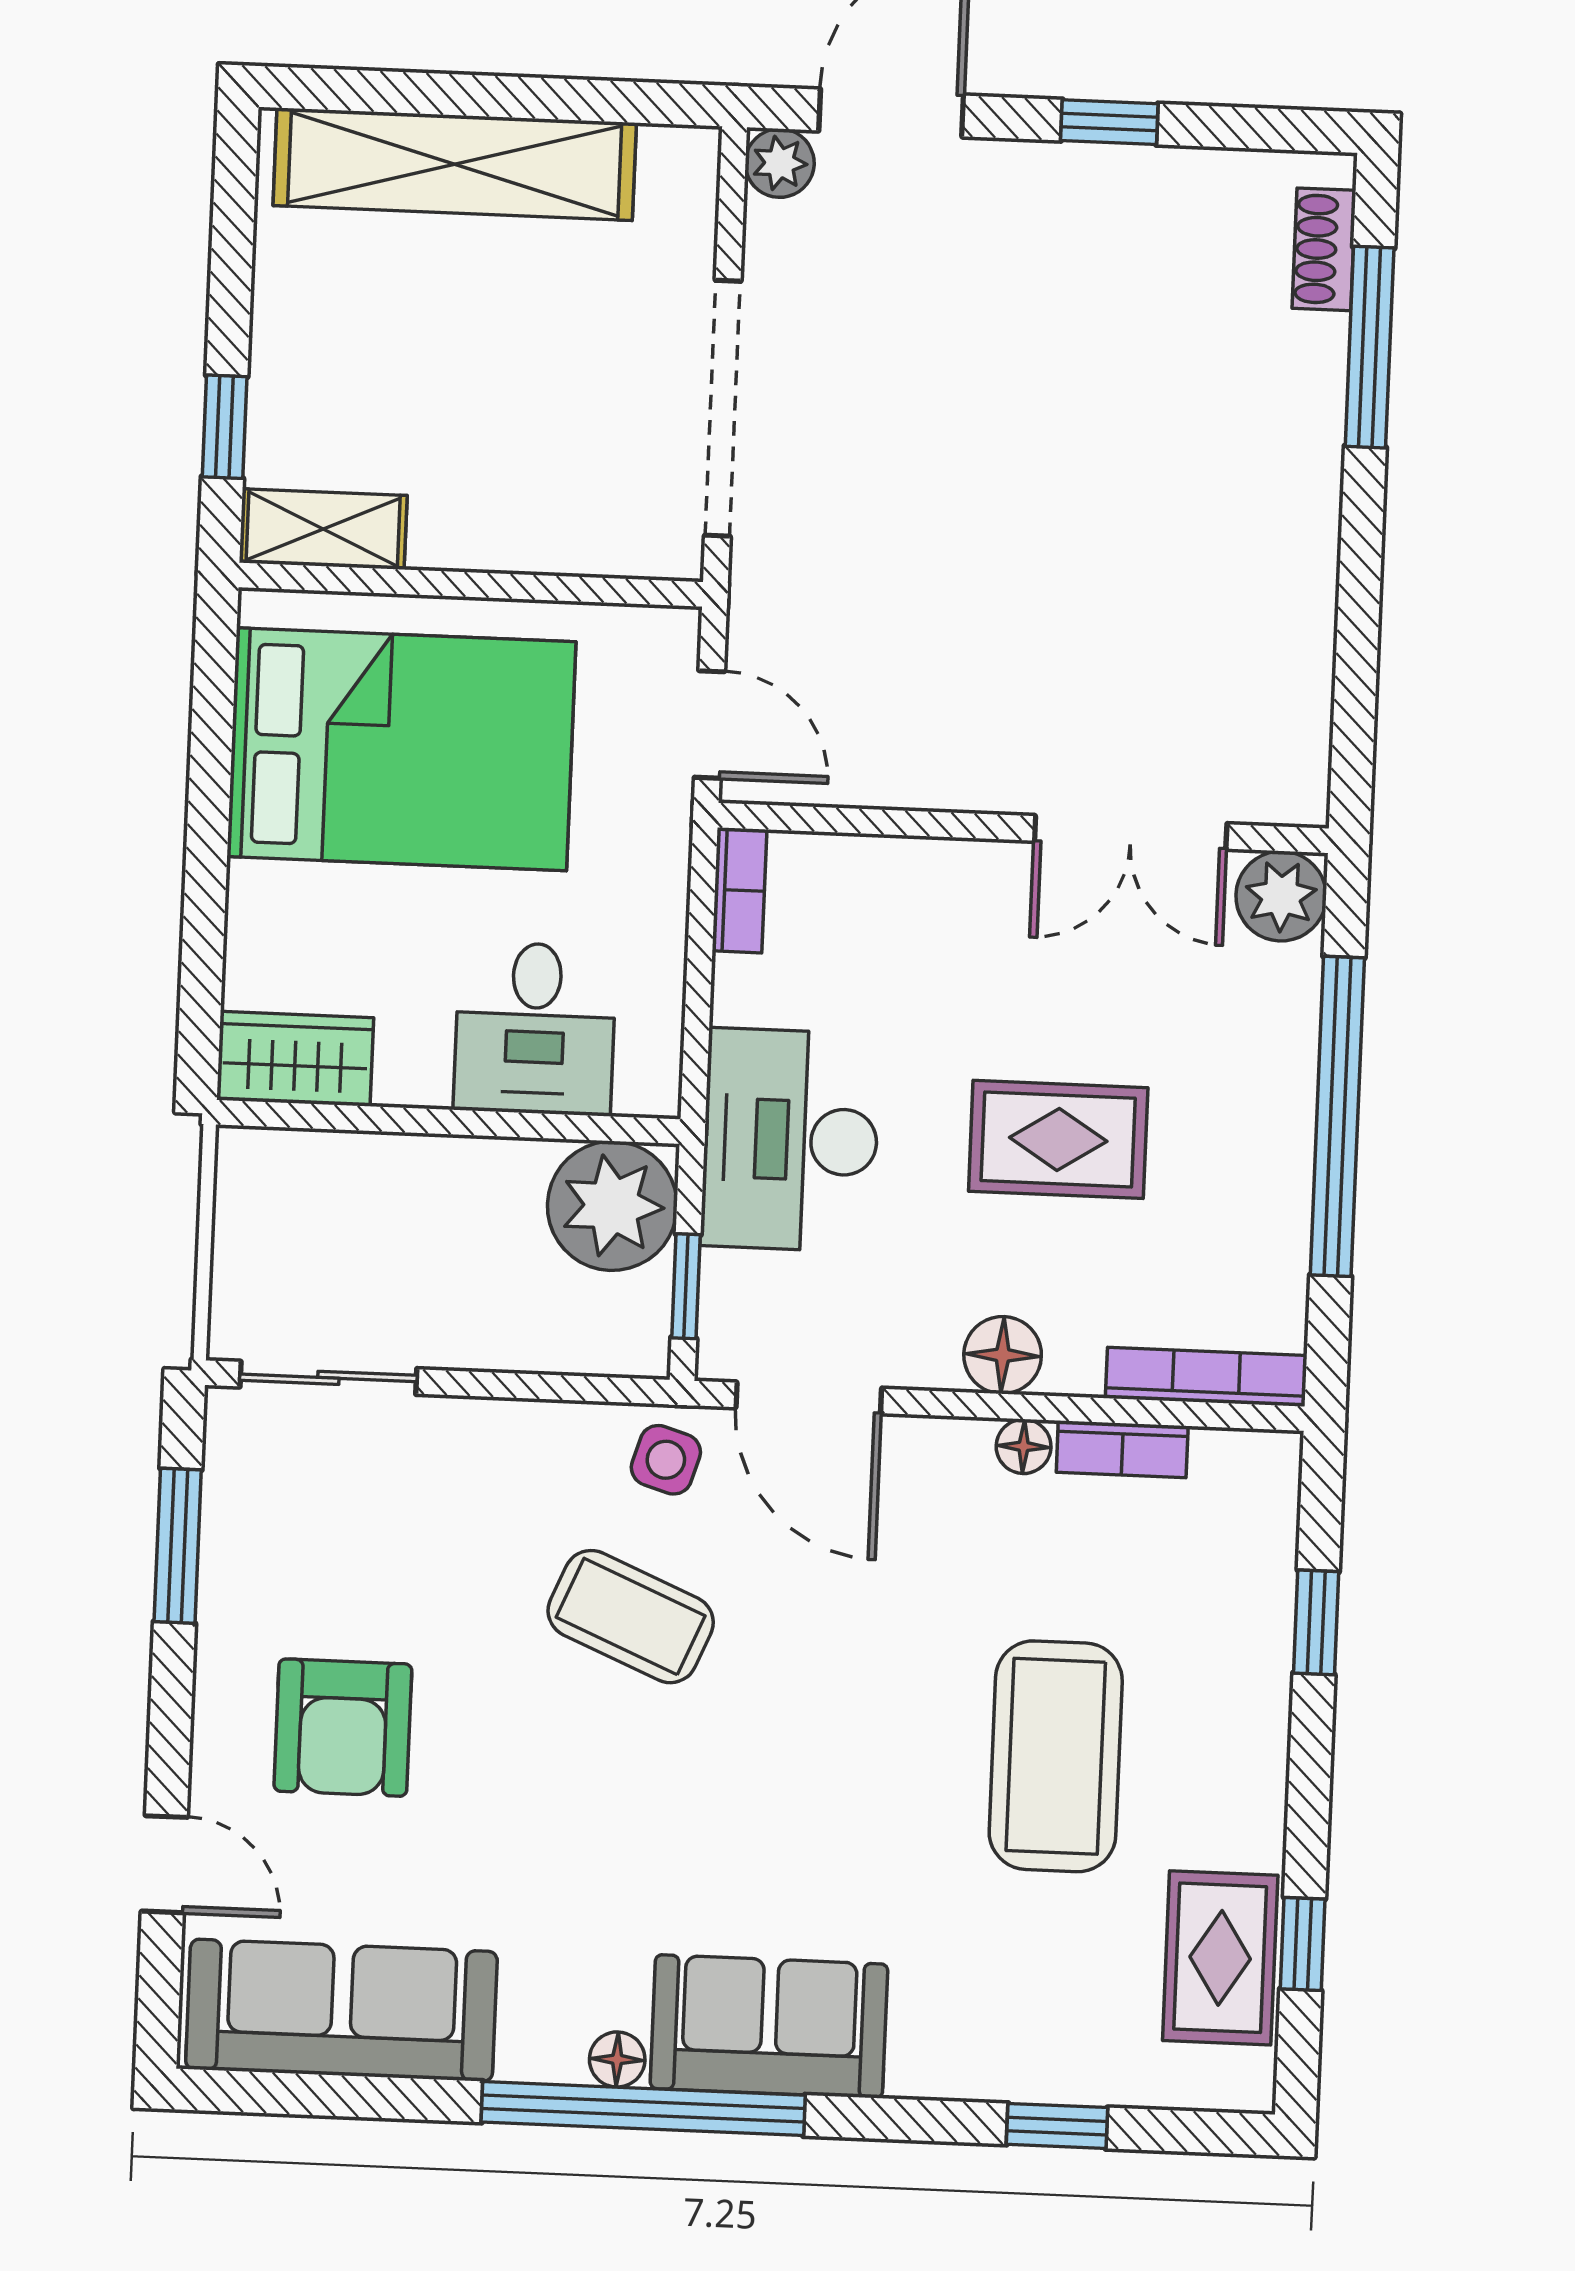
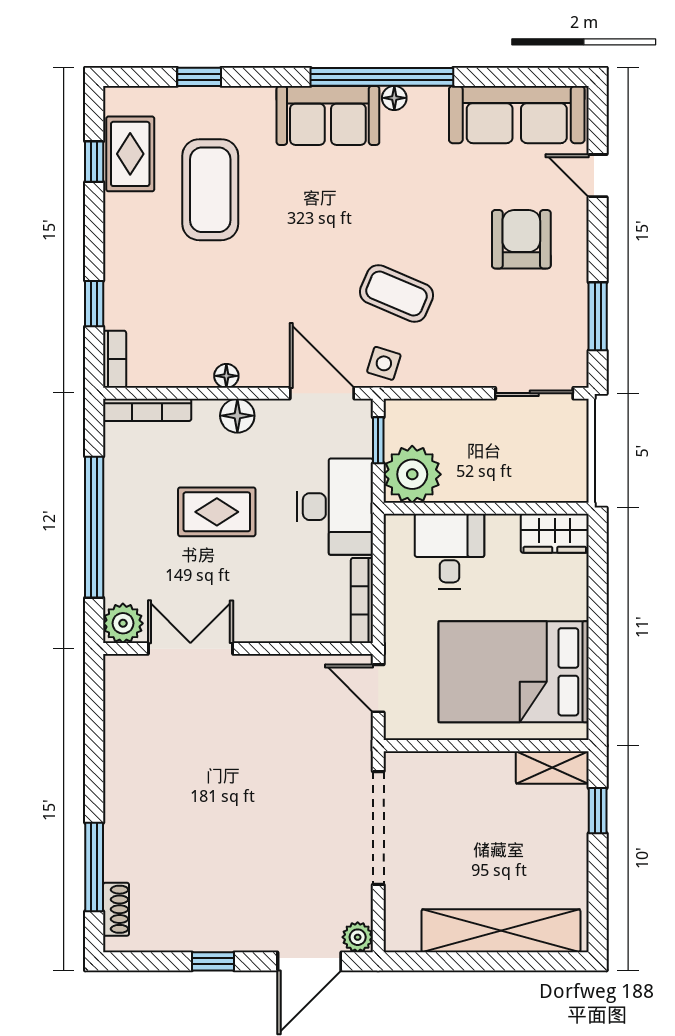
bookcase: (740, 890) -> (362, 600), width x1.56
bookcase: (1122, 1449) -> (115, 359), moved, turned 90
coffee table: (1056, 1756) -> (210, 190), moved

